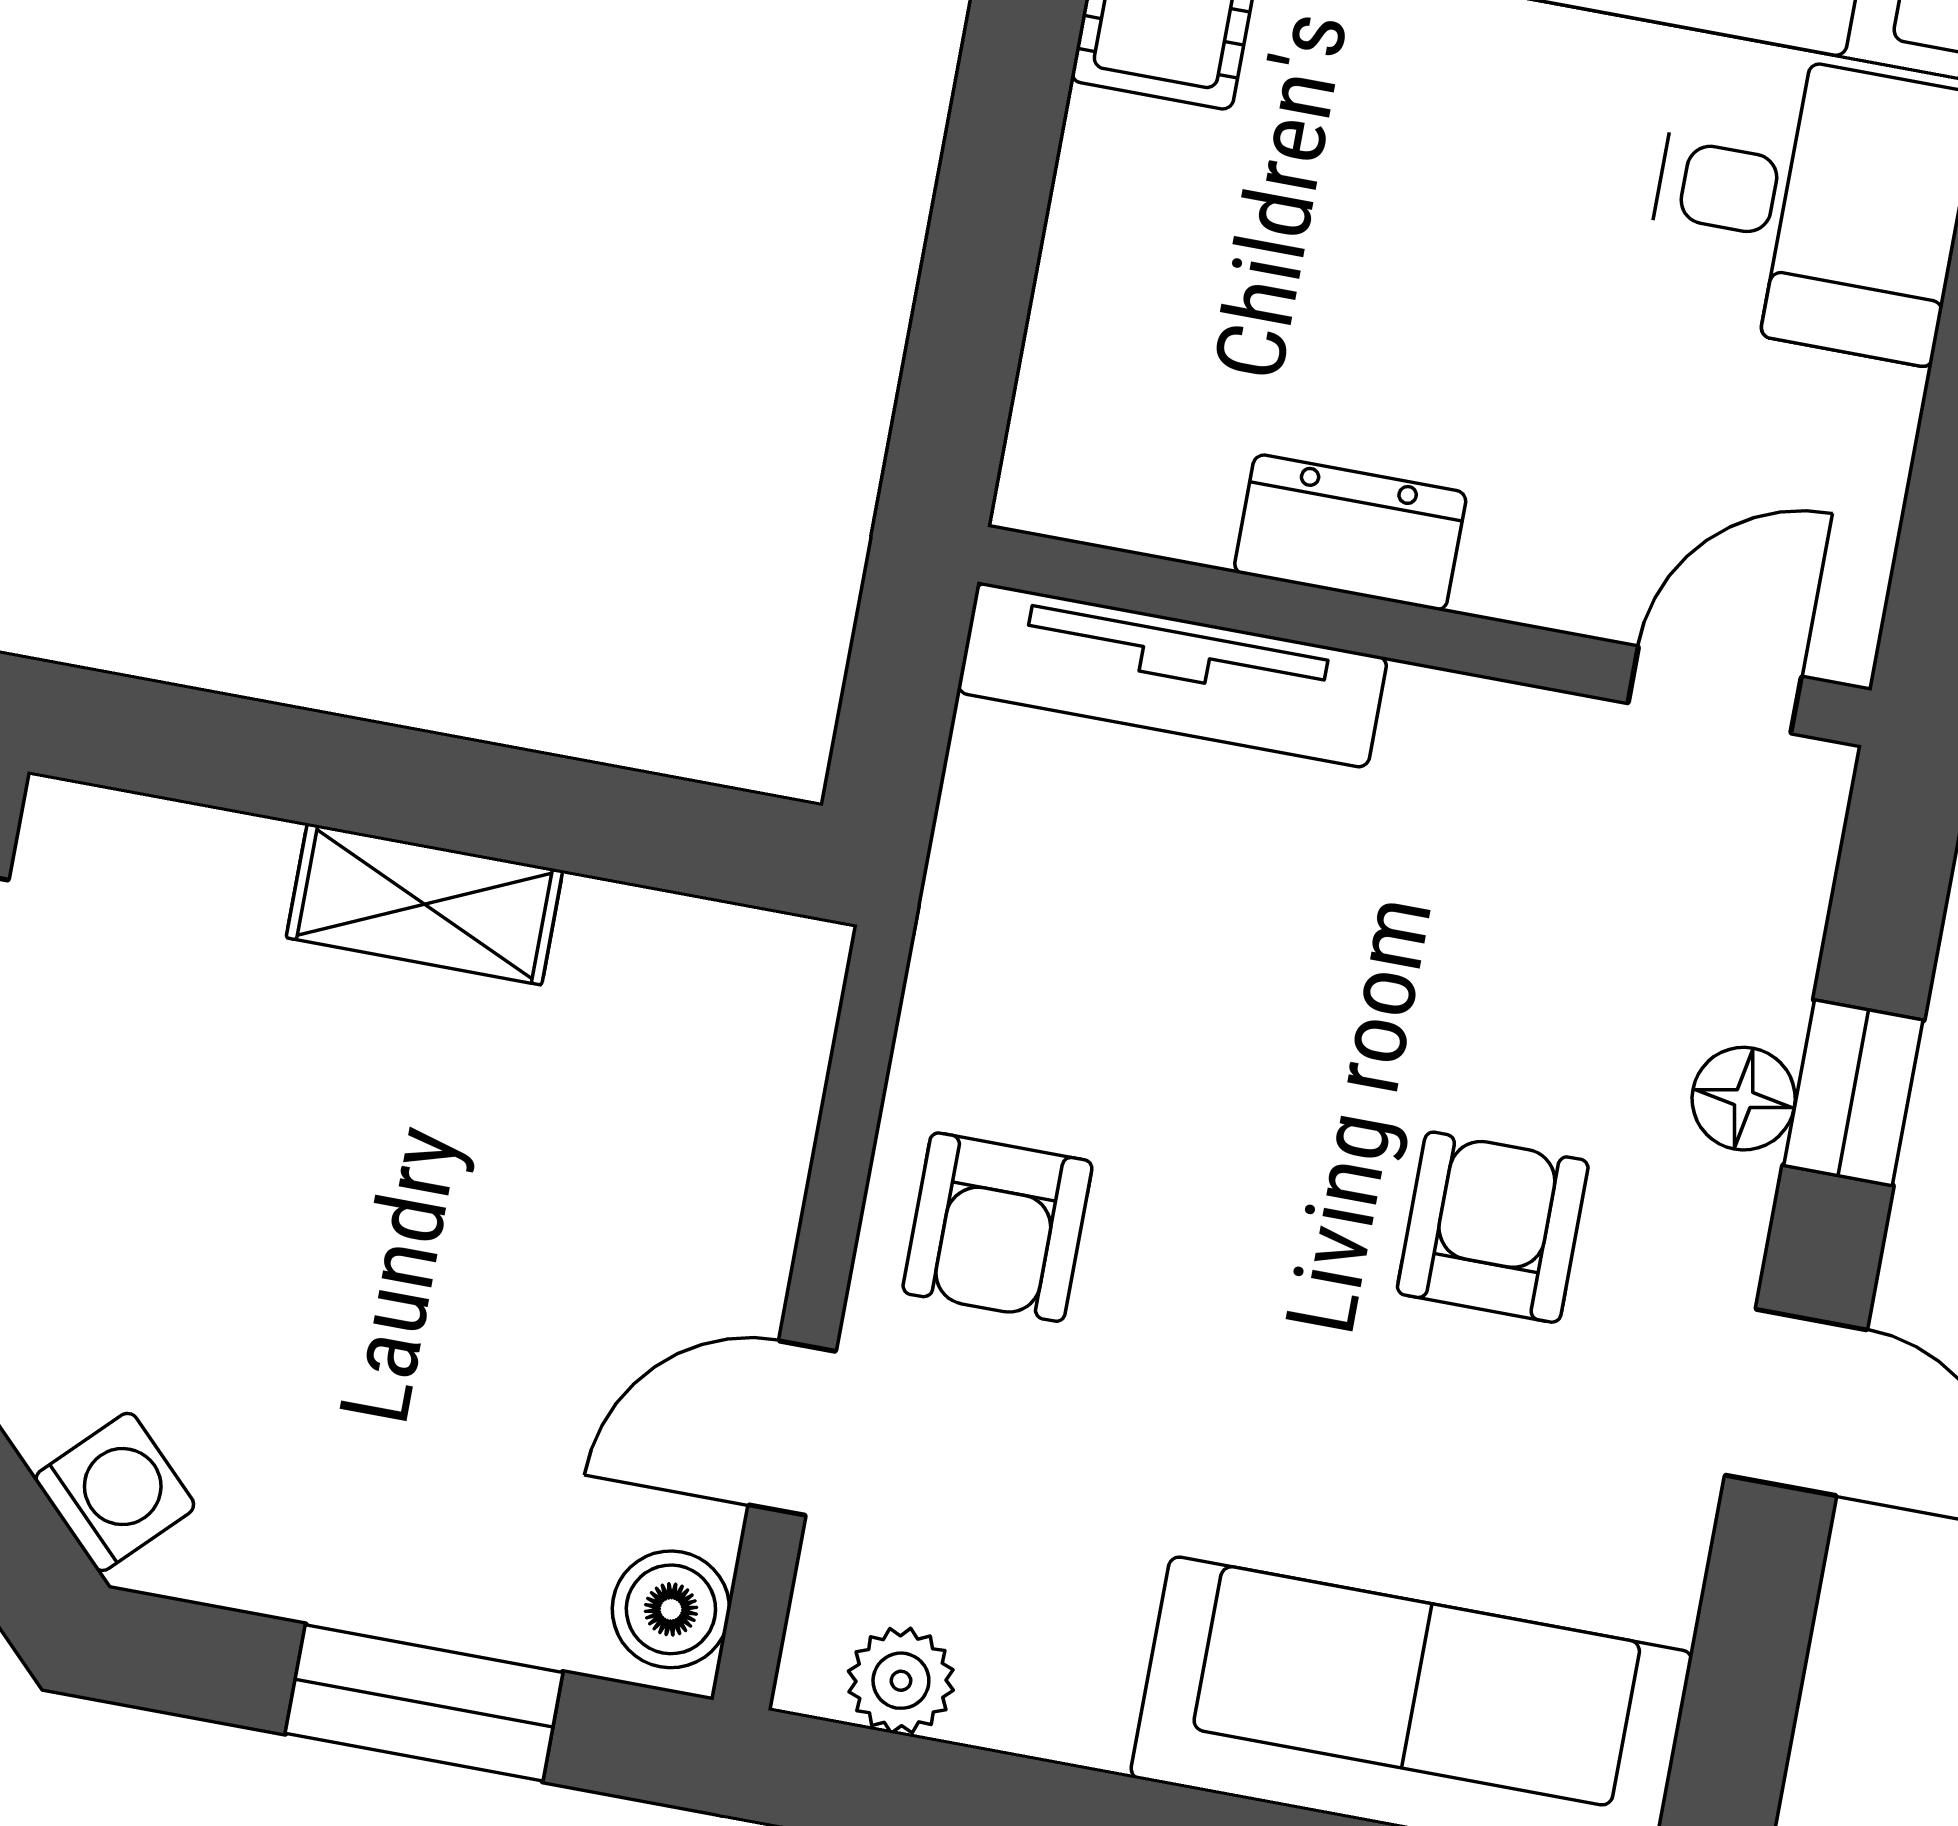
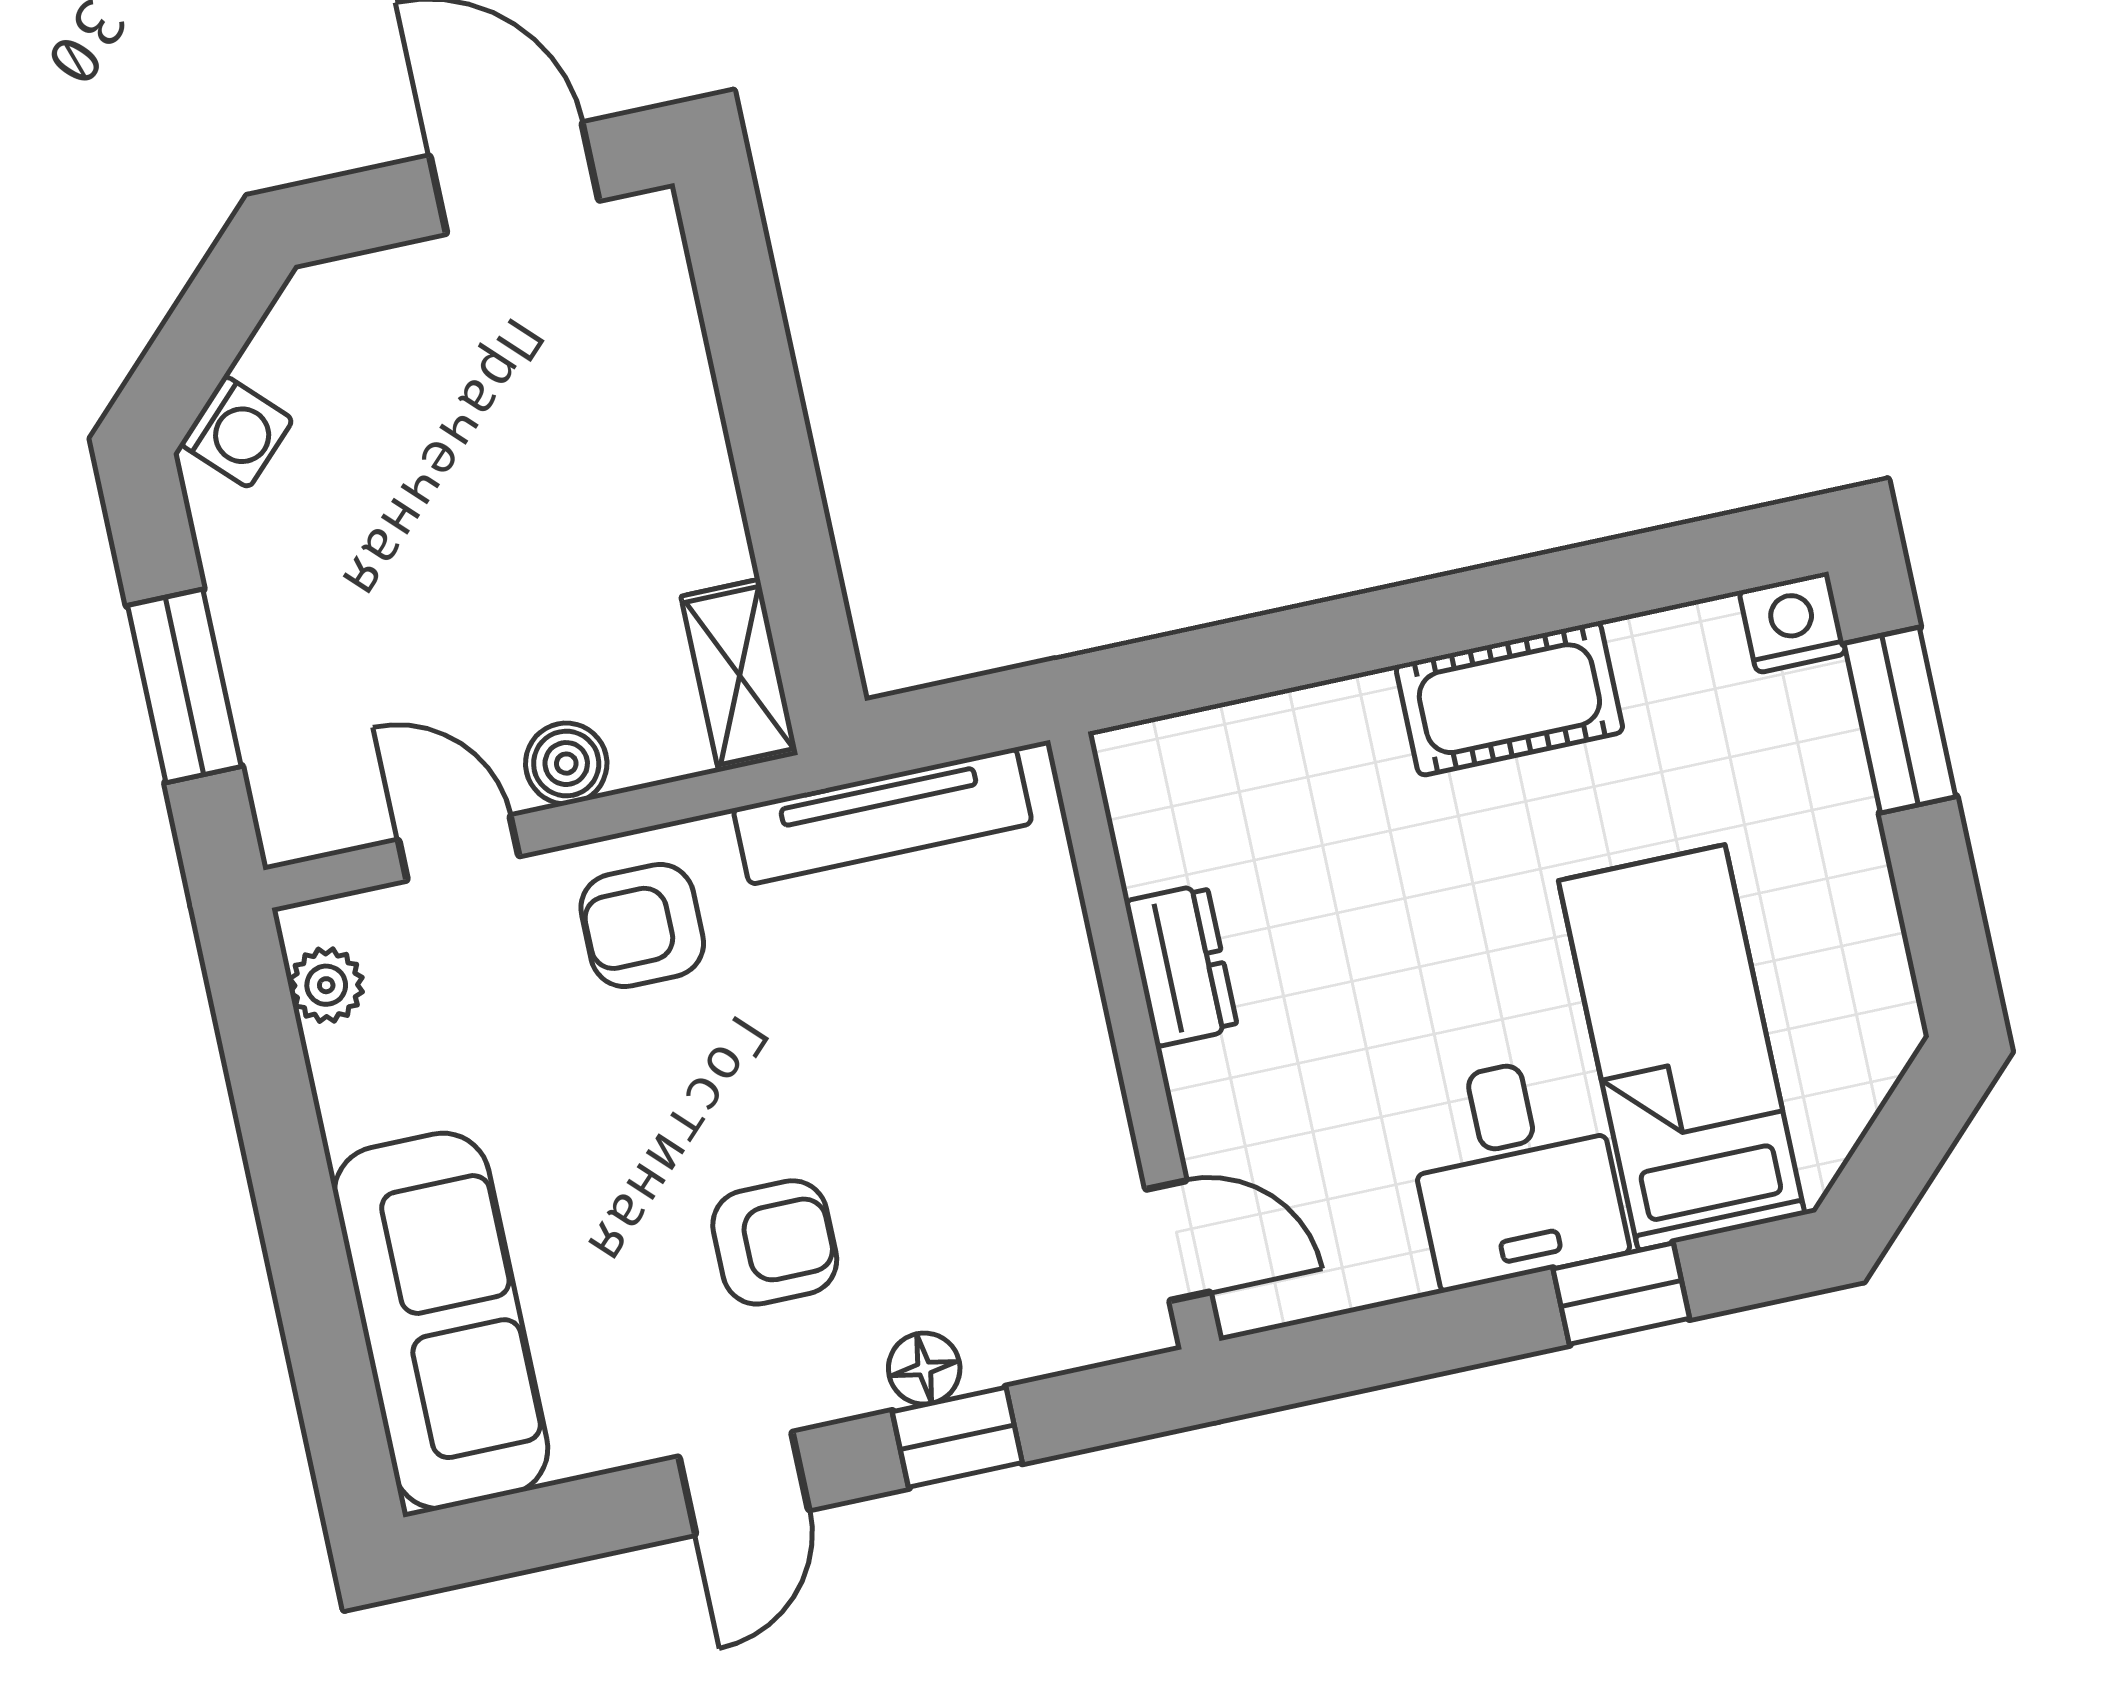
tv unit: (1172, 675) -> (883, 816), moved, turned -90
shelving: (424, 904) -> (739, 675), moved
boiler: (671, 1609) -> (566, 764), moved

